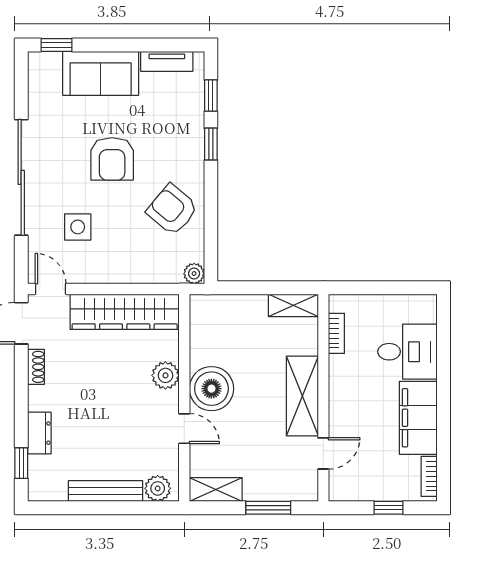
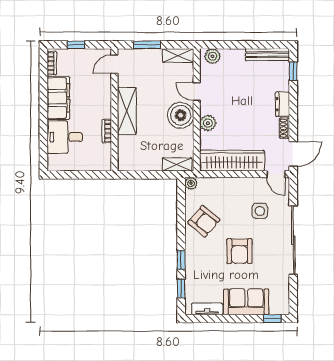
armchair: (112, 159) -> (239, 251), turned 180
shelving: (293, 305) -> (177, 165), moved
bookcase: (336, 333) -> (107, 131), moved
dresser: (39, 433) -> (283, 104), moved
door: (323, 453) -> (114, 64), moved
bench: (105, 491) -> (267, 55), moved

